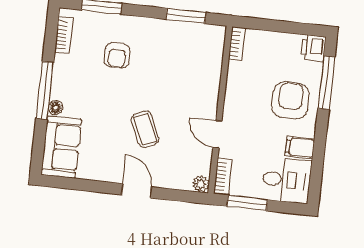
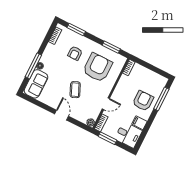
printer: (313, 48) -> (161, 82), removed
armchair: (173, 67) -> (98, 68), added
window: (45, 91) -> (33, 66), moved
door: (217, 134) -> (106, 104), swing flipped

